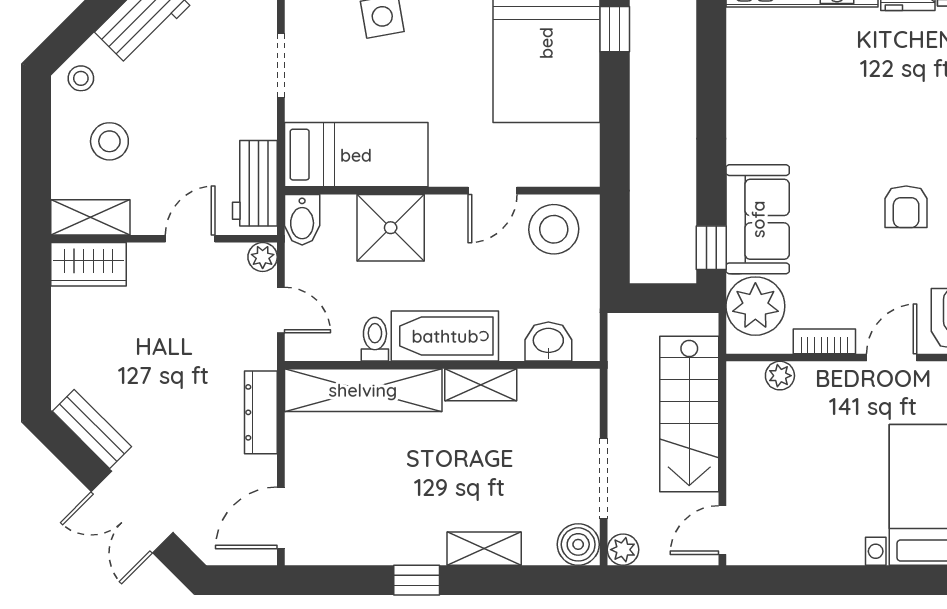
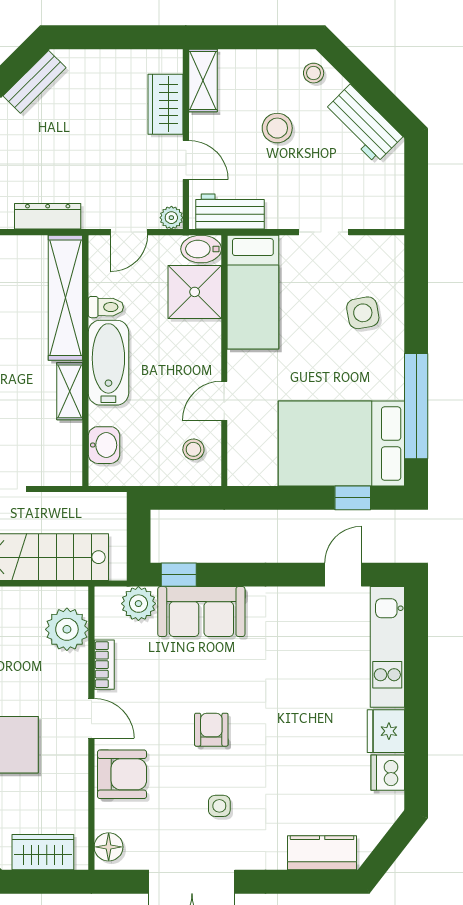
door: (711, 41) -> (343, 575), added
stool: (109, 141) -> (277, 128), moved
door: (493, 191) -> (224, 401), hinge flipped
armchair: (906, 207) -> (211, 730), turned 90
shower: (391, 228) -> (195, 292), moved
stool: (554, 229) -> (193, 449), width x0.53, depth x0.53
wardrobe: (88, 264) -> (165, 104), moved
plant: (755, 306) -> (138, 604), width x0.73, depth x0.73
plant: (780, 376) -> (67, 629), width x1.88, depth x1.88

